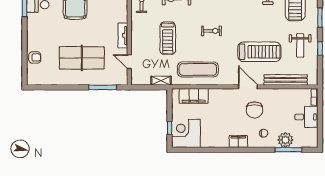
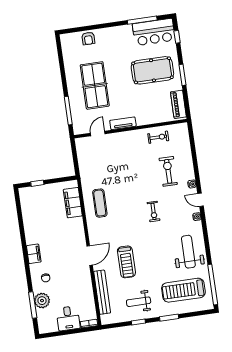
exercise bike: (212, 31) -> (154, 211), moved
treadmill: (168, 38) -> (127, 168), removed
treadmill: (259, 52) -> (126, 262), width x0.73, depth x0.73
exercise mat: (198, 69) -> (100, 203), width x0.73, depth x0.69
shelving: (161, 81) -> (83, 168), removed
chair: (255, 110) -> (68, 265), removed
corner desk: (186, 133) -> (34, 200), removed

